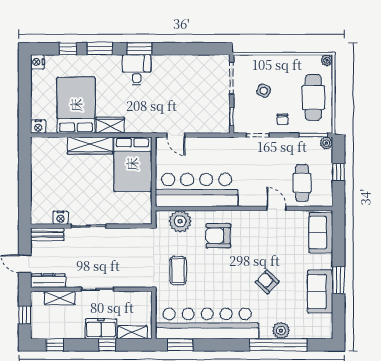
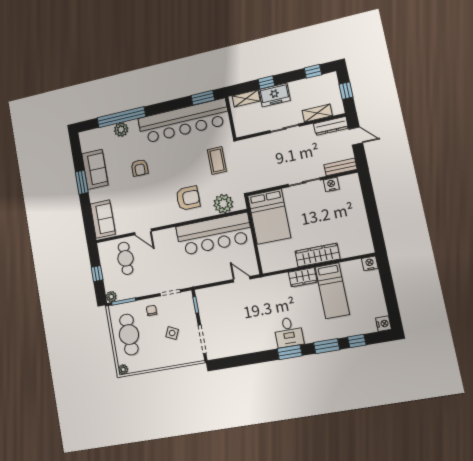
bed: (76, 105) -> (332, 291), width x0.67
bed: (132, 164) -> (269, 217), moved, turned 180
armchair: (267, 282) -> (140, 168), turned 47

